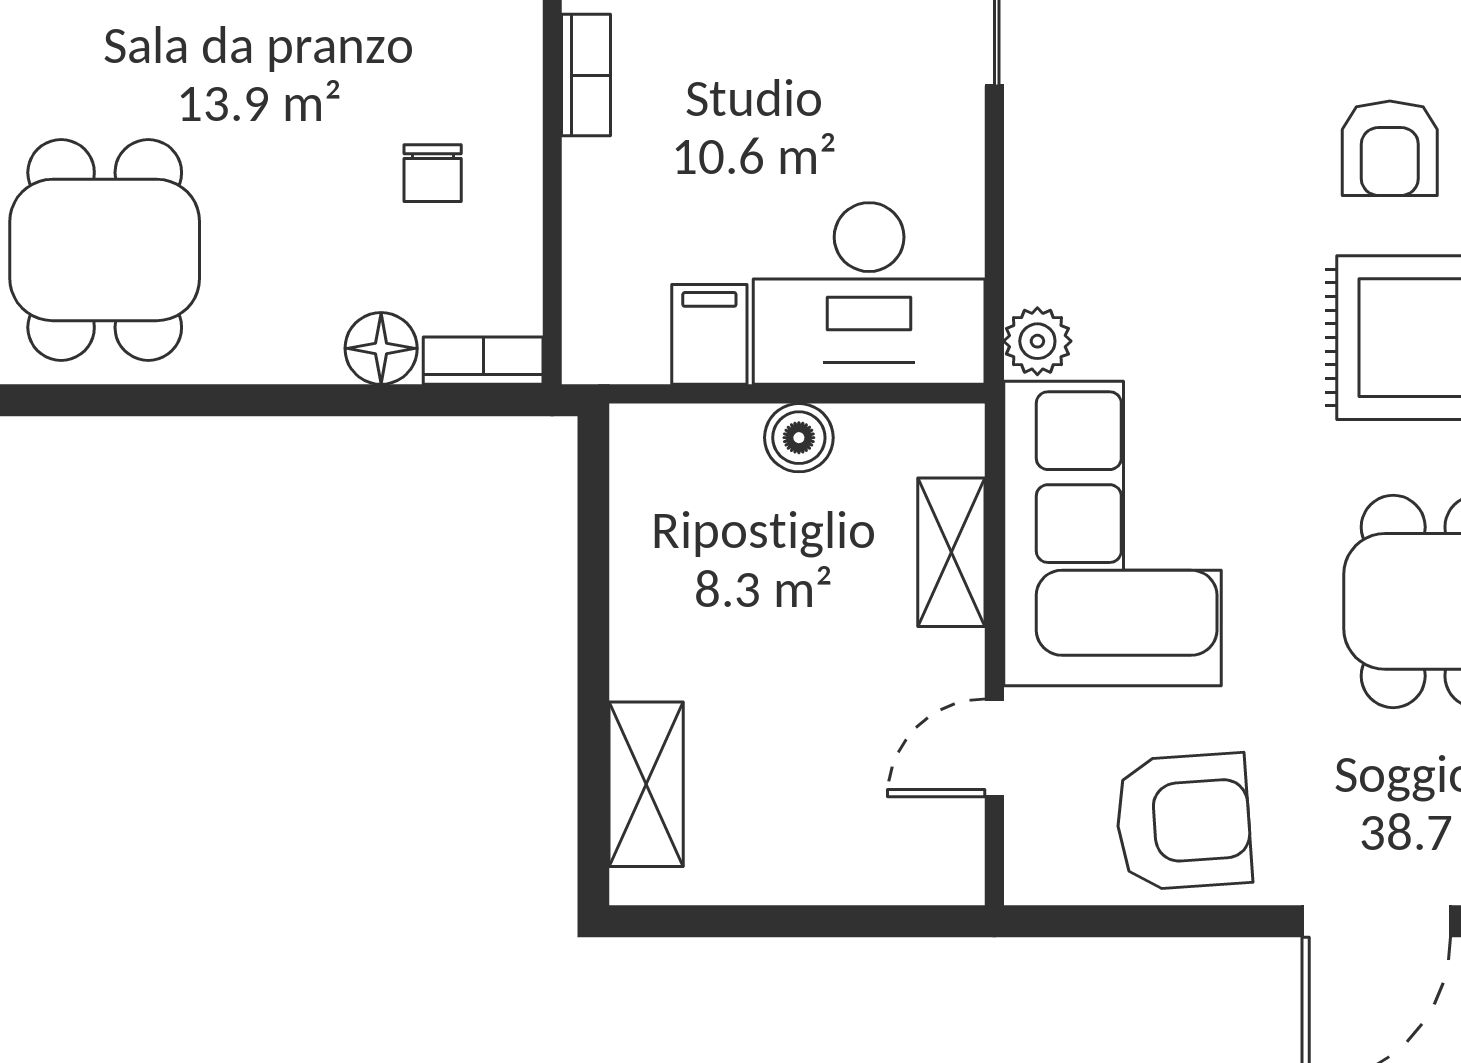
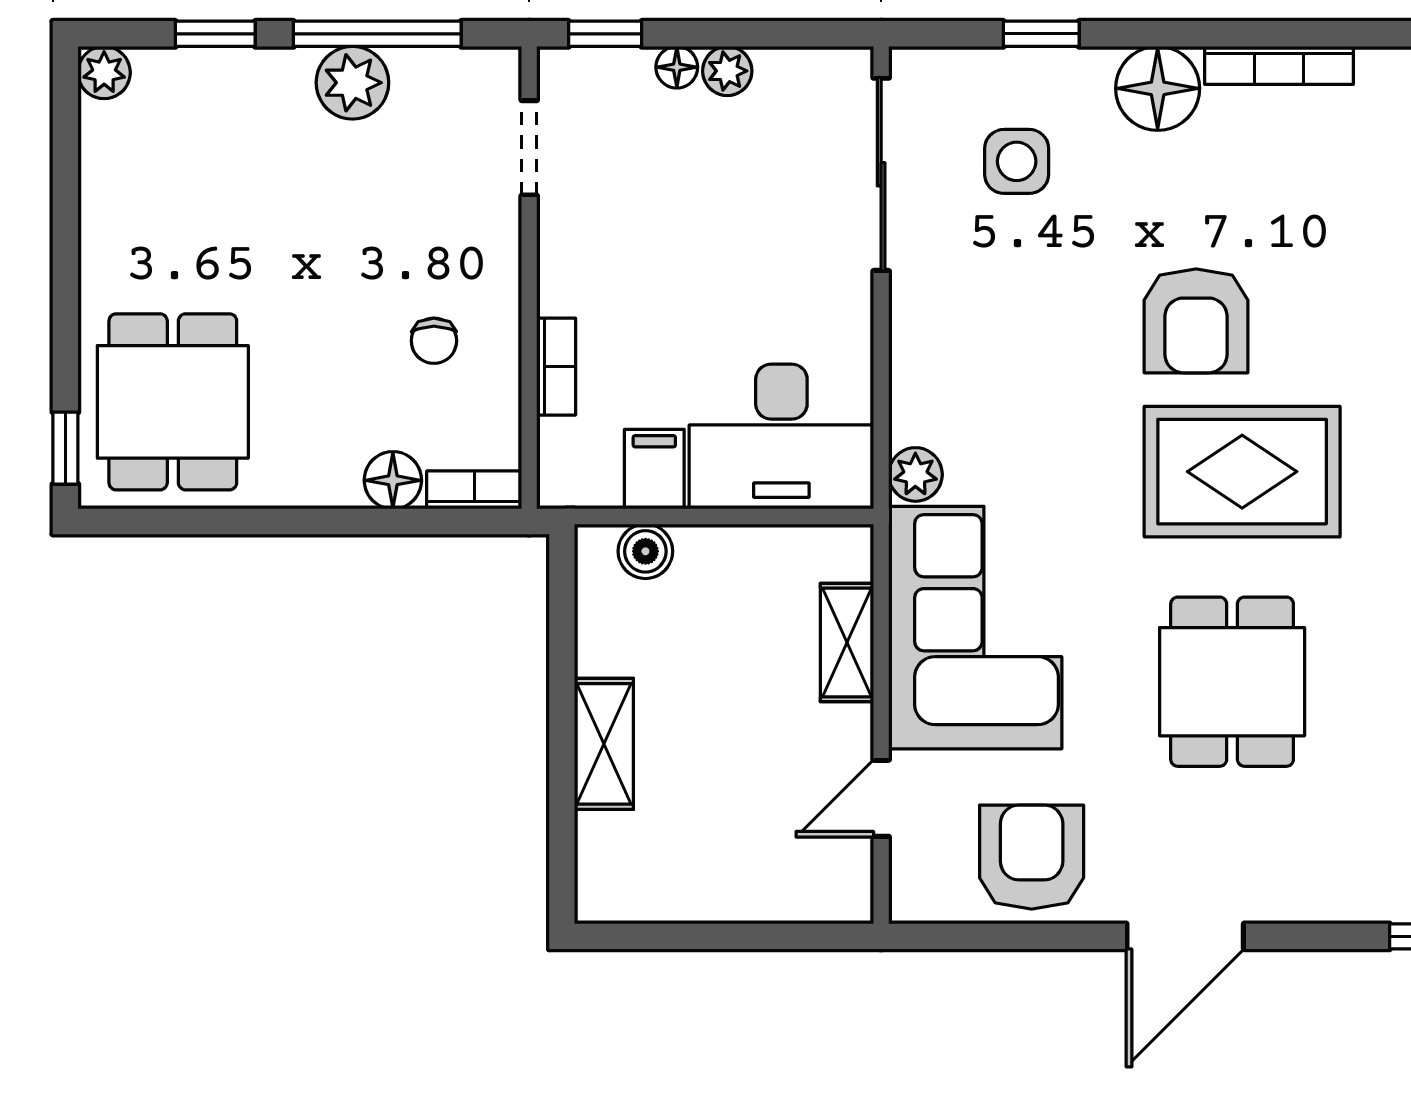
bookcase: (586, 75) -> (556, 367), moved
armchair: (1390, 148) -> (1196, 321), width x1.38, depth x1.38
boiler: (799, 438) -> (645, 551), moved
shelving: (646, 784) -> (604, 744), moved
armchair: (1183, 822) -> (1032, 857), turned -86

